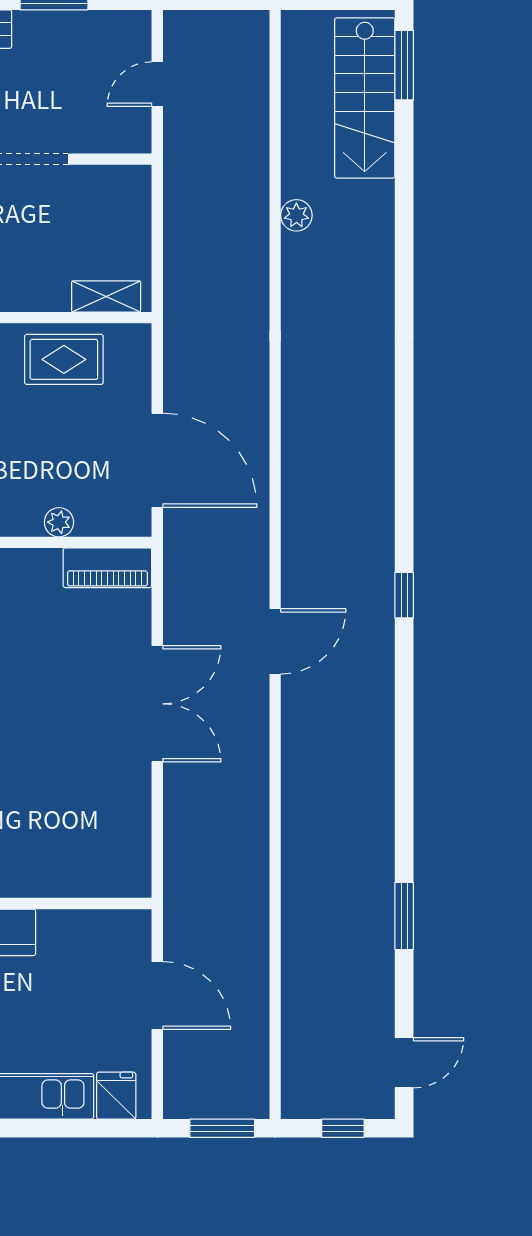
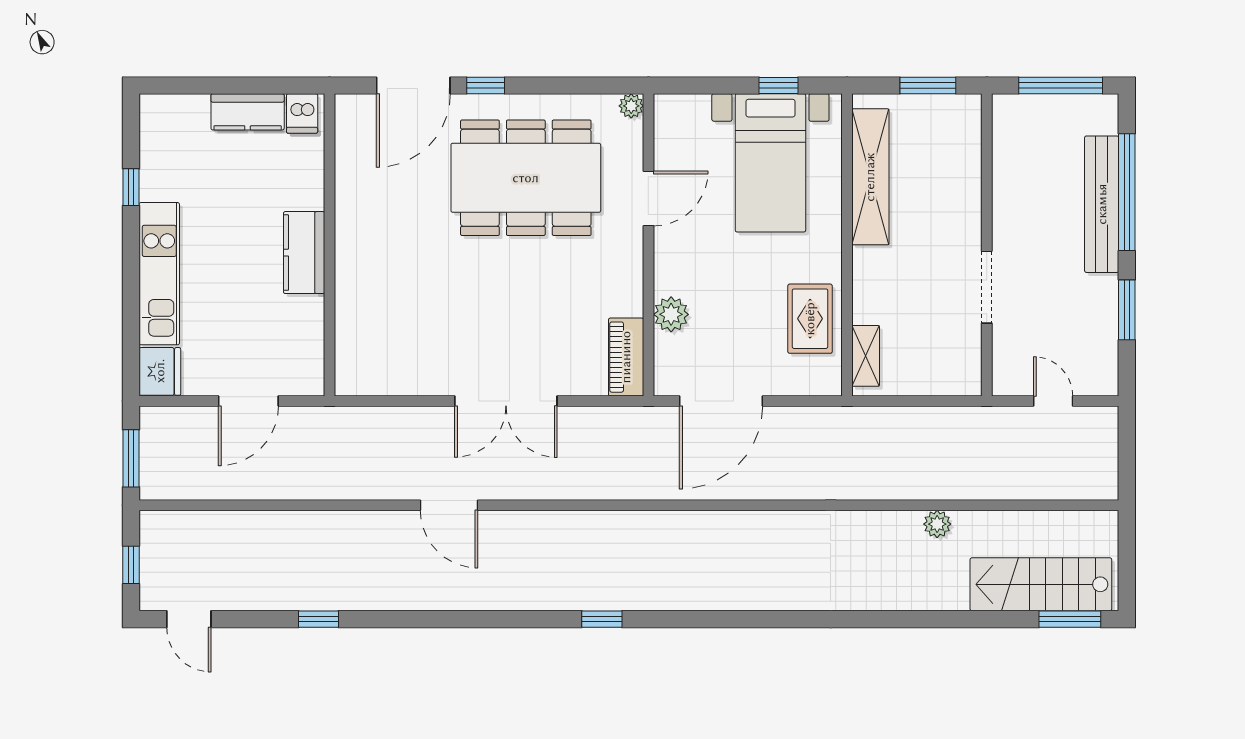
plant: (59, 522) -> (671, 314), width x1.38, depth x1.38
door: (275, 641) -> (449, 505), moved
window: (404, 916) -> (318, 619), width x0.67
fridge: (116, 1096) -> (160, 371), width x1.38

